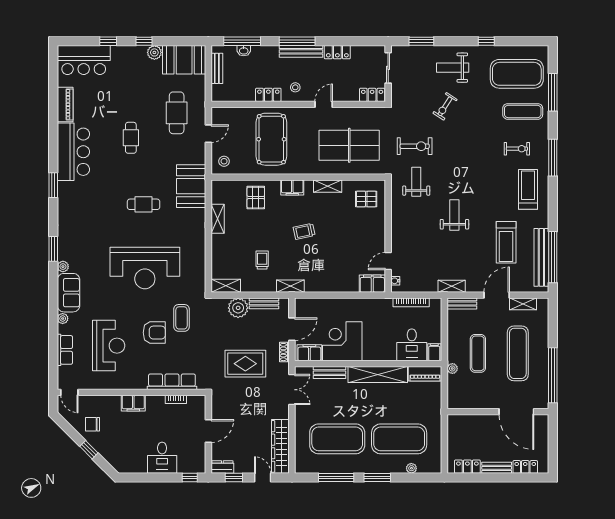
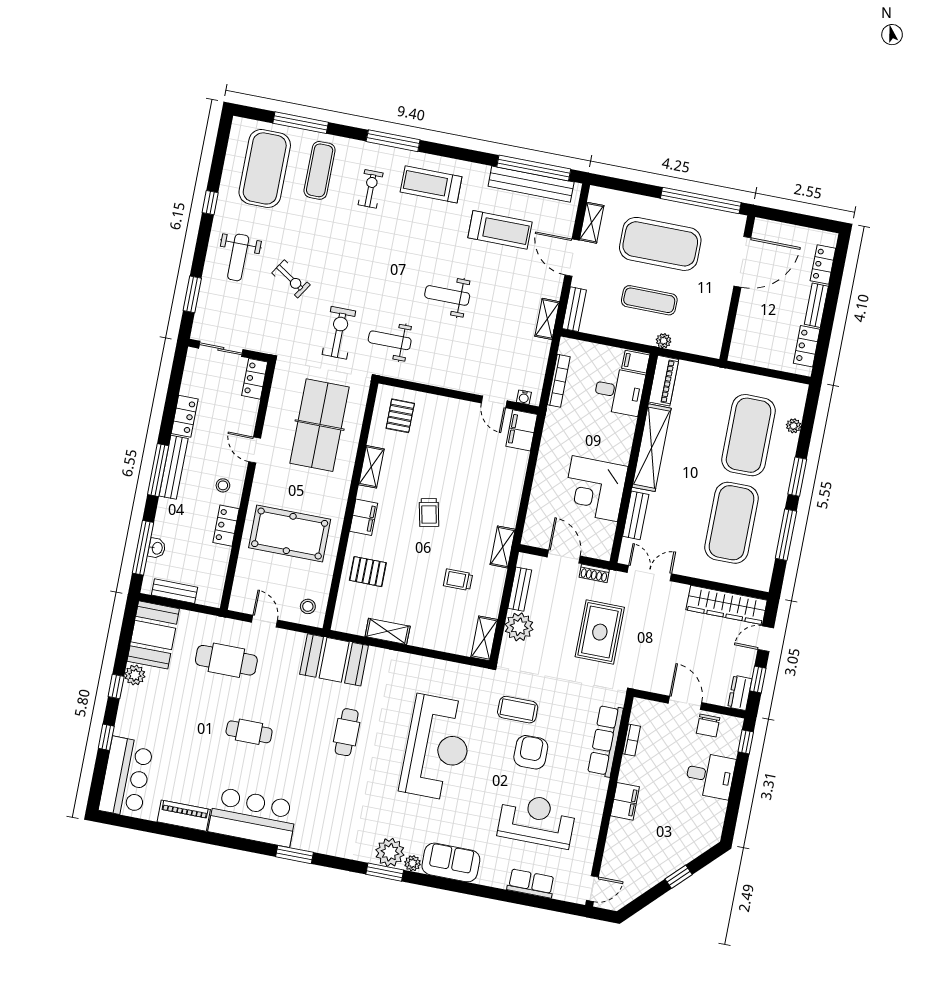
plant: (63, 318) -> (390, 852), moved, width x1.88, depth x1.88
filing cabinet: (309, 353) -> (602, 538), removed
exercise mat: (518, 353) -> (660, 244), width x1.47
chair: (92, 424) -> (708, 725), moved

